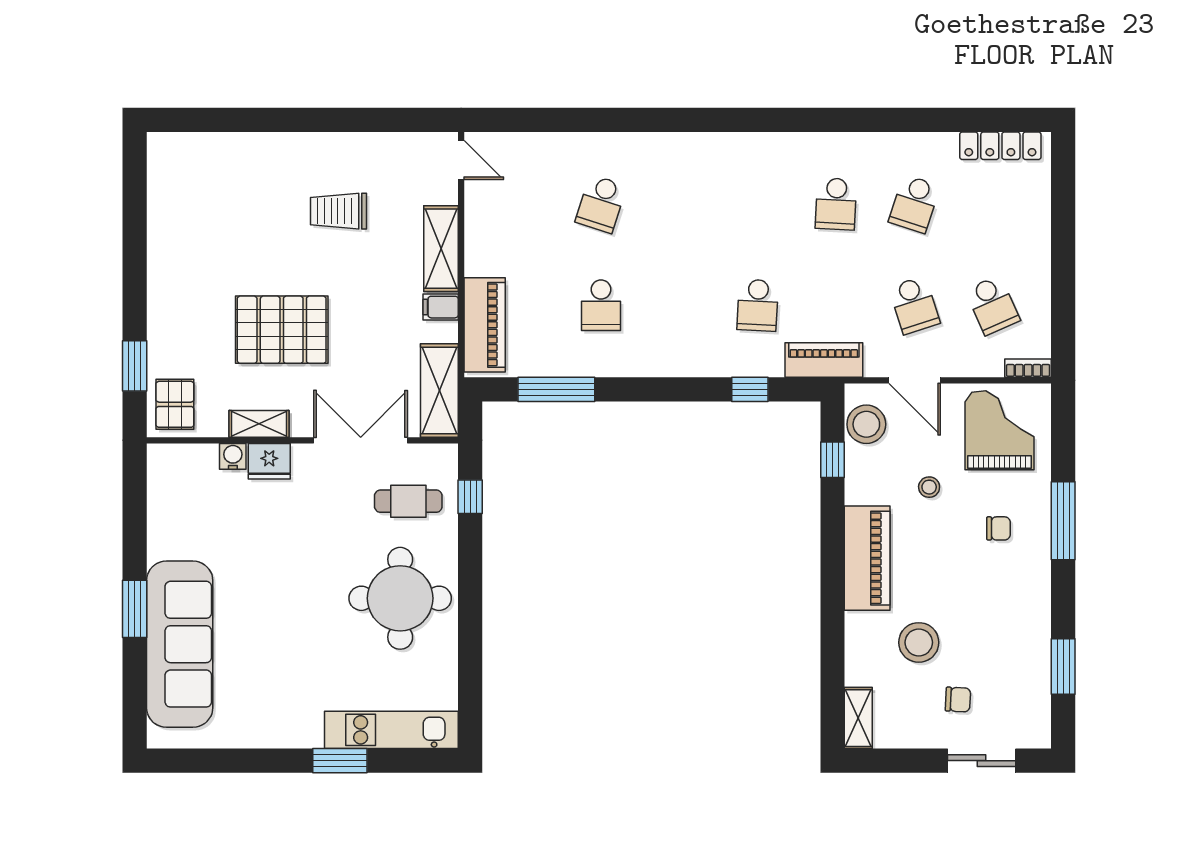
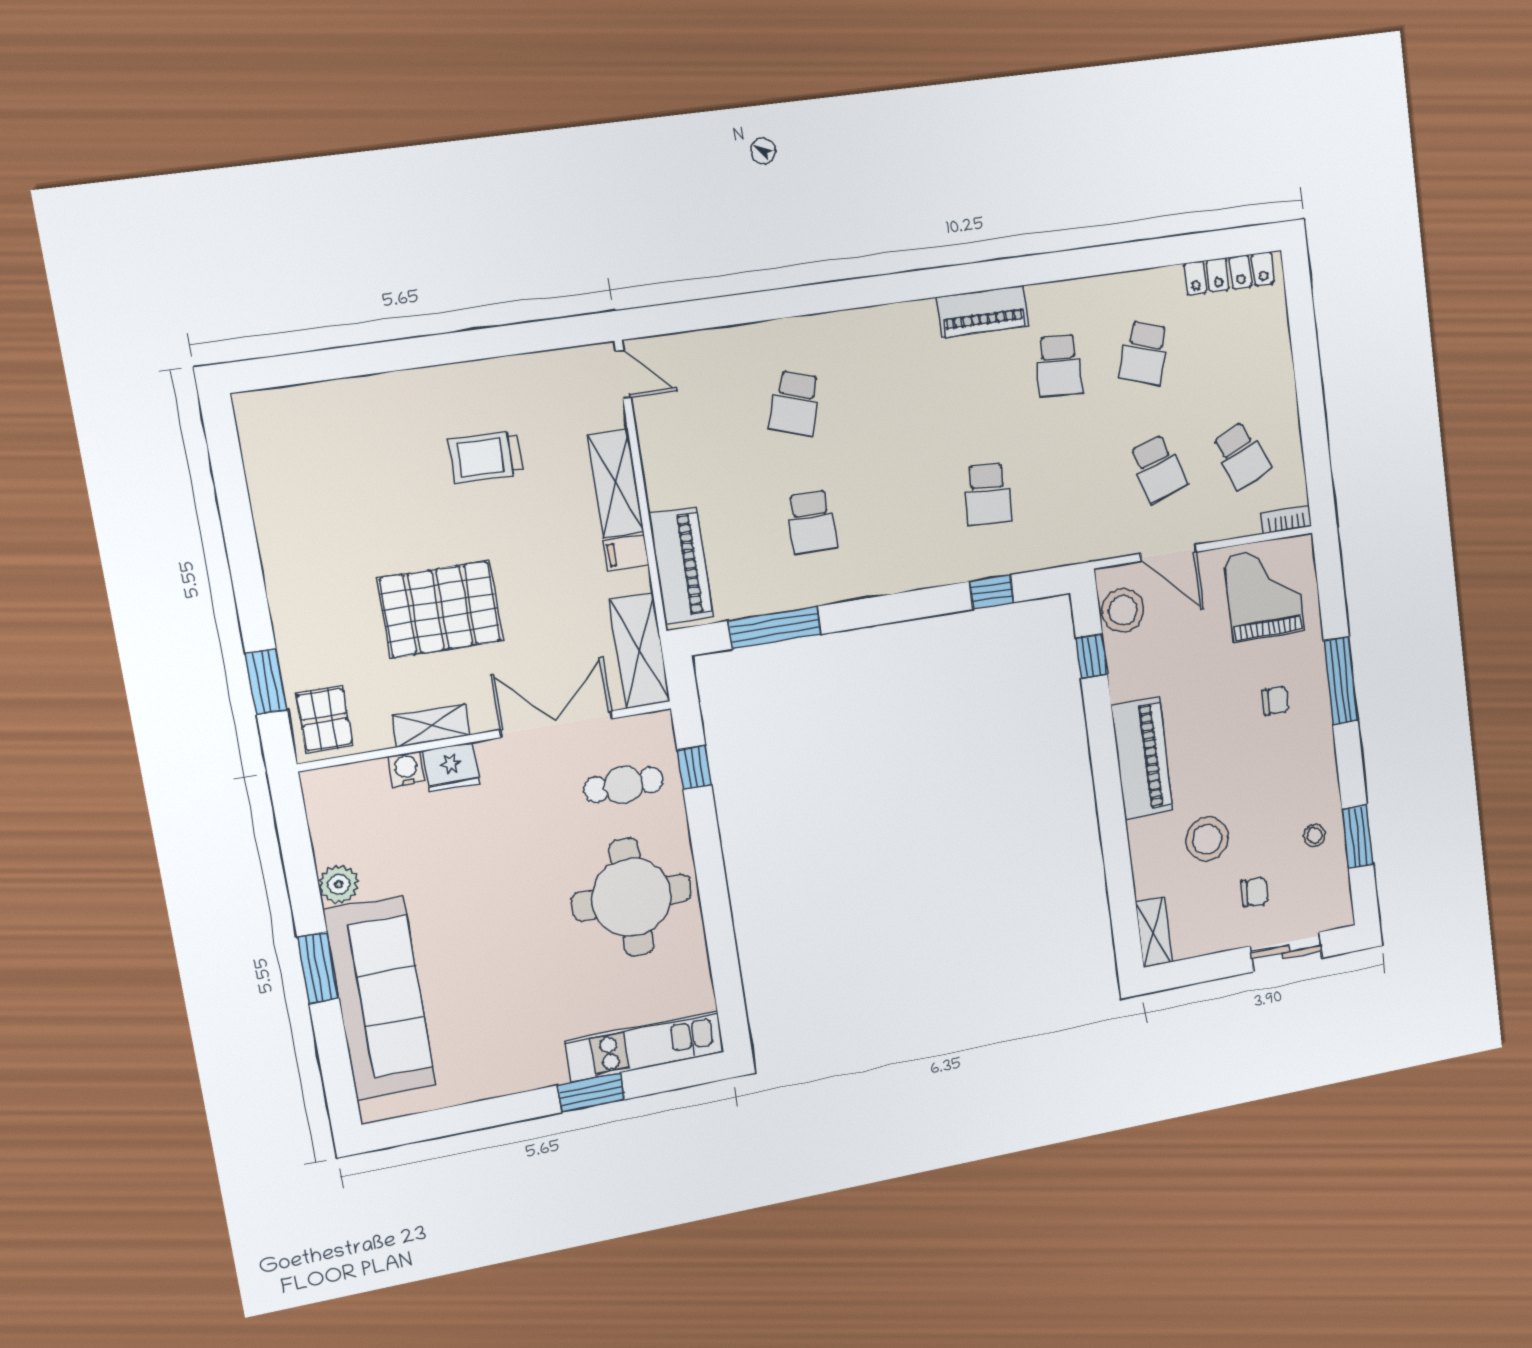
piano: (824, 360) -> (983, 311), moved, turned 180
stool: (929, 487) -> (1314, 835), moved
plant: (163, 542) -> (339, 884), added

